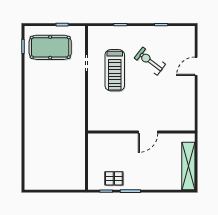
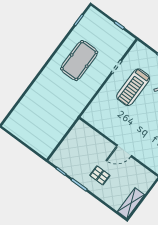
pool table: (50, 47) -> (79, 61), moved, turned 90
shelving: (188, 166) -> (131, 203), width x0.68
pallet: (114, 178) -> (100, 175), moved

